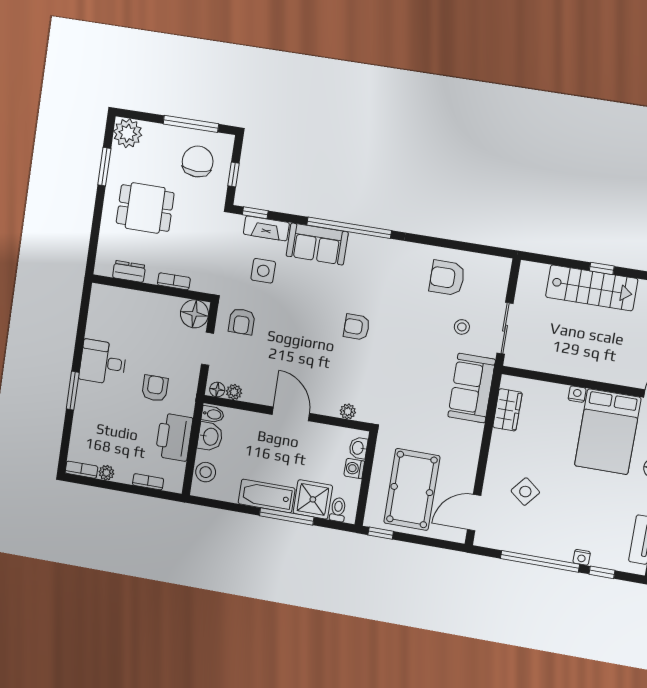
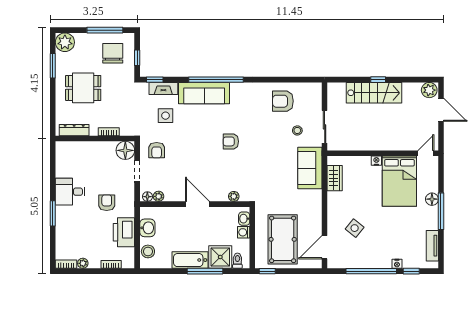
sofa: (317, 244) -> (204, 93), width x1.36
dresser: (129, 271) -> (74, 130), width x1.44
bidet: (213, 414) -> (147, 213), removed

